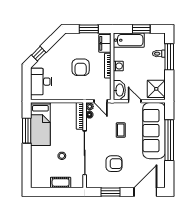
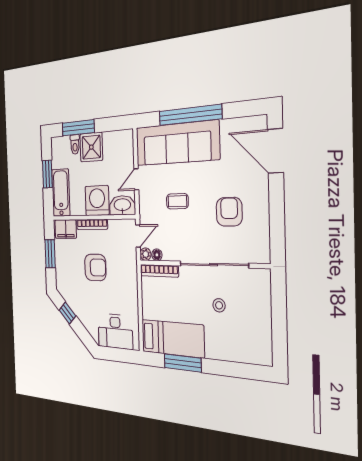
window: (39, 54) -> (67, 313), moved
washing machine: (118, 66) -> (97, 201), width x1.89, depth x1.89
shower: (156, 89) -> (91, 147), moved
cot: (61, 182) -> (262, 311), removed
window: (110, 192) -> (277, 218), removed

